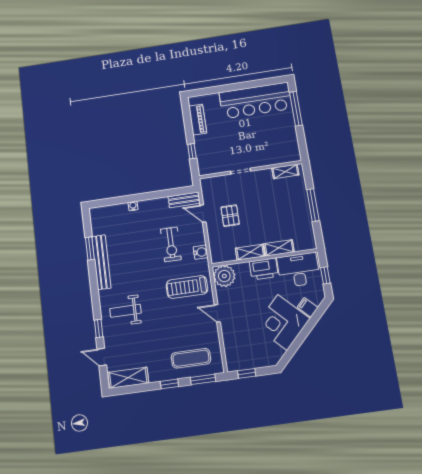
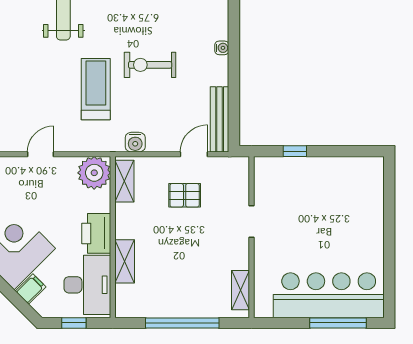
bar counter: (256, 100) -> (329, 295), moved, turned 90
piano: (198, 120) -> (345, 167), removed
bench: (184, 200) -> (220, 119), width x1.36
window: (313, 205) -> (182, 323), width x1.46
exercise bike: (171, 244) -> (150, 65), moved
shelving: (250, 252) -> (124, 181), moved
treadmill: (187, 287) -> (96, 89), moved

